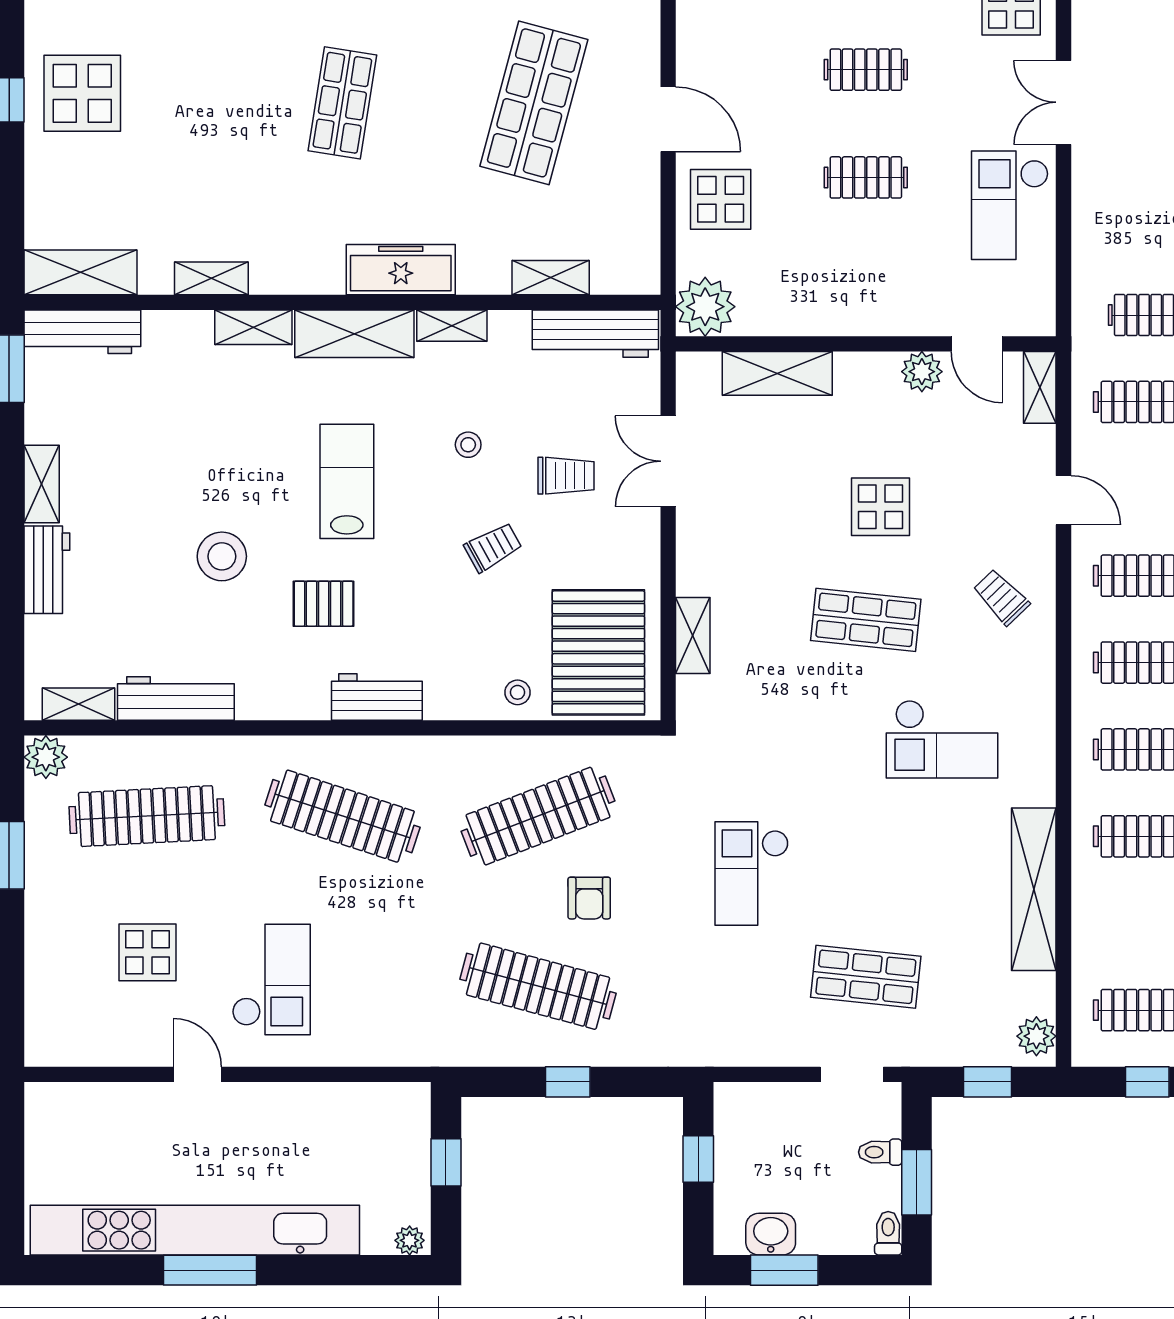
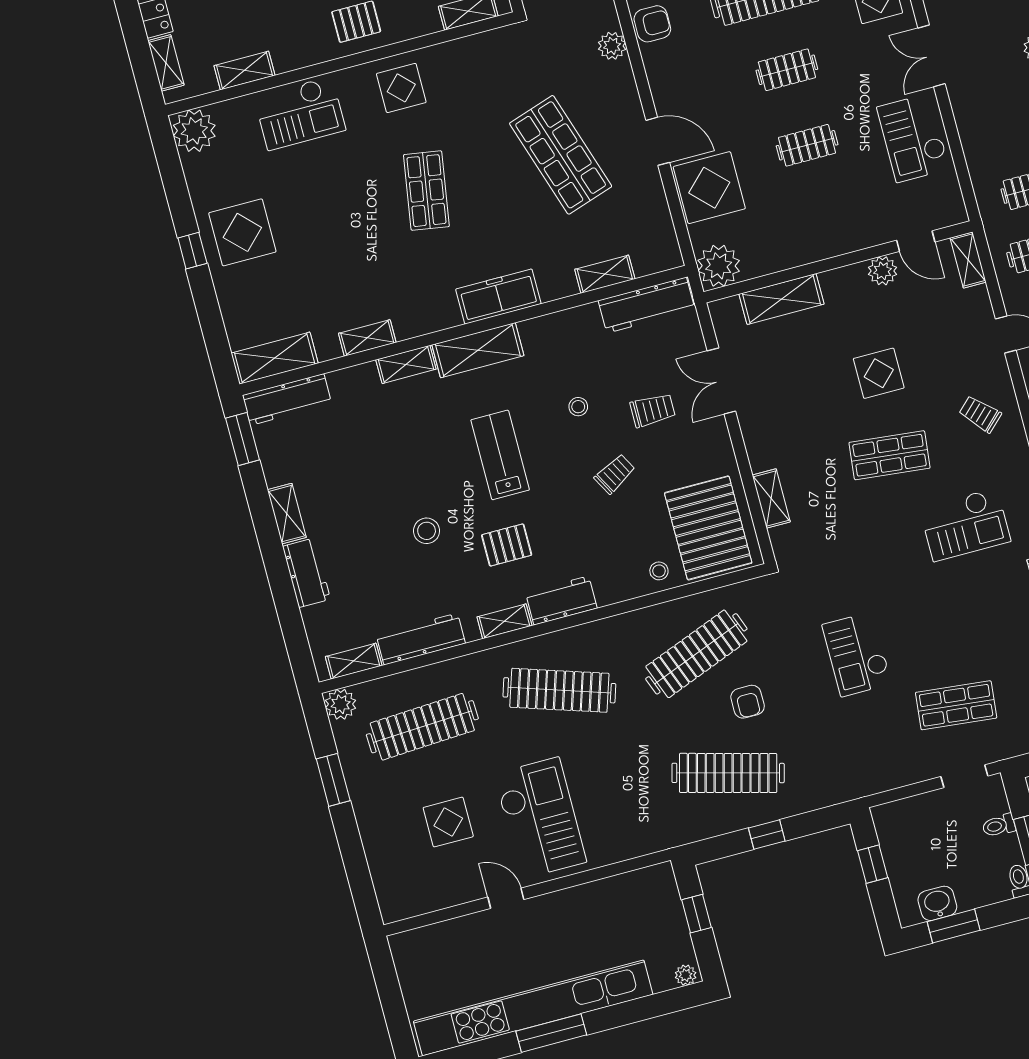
shop shelf: (534, 103) -> (561, 155), turned -33
display table: (721, 199) -> (709, 188), width x1.36, depth x1.36
shelving: (452, 326) -> (504, 621), moved
stool: (222, 556) -> (427, 531), width x0.73, depth x0.73
checkout: (271, 979) -> (540, 818), width x1.36, depth x1.21

